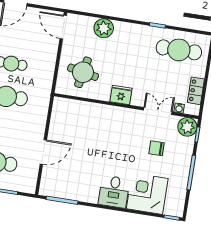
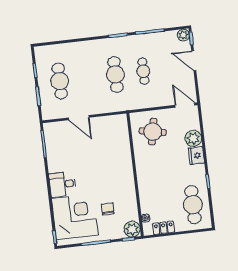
door: (63, 27) -> (185, 105), hinge flipped
fridge: (121, 95) -> (196, 156), moved, turned 180
double door: (158, 111) -> (138, 201), removed
corner desk: (147, 194) -> (75, 217), width x1.36, depth x1.36

